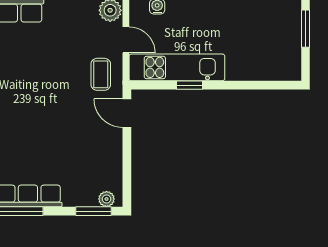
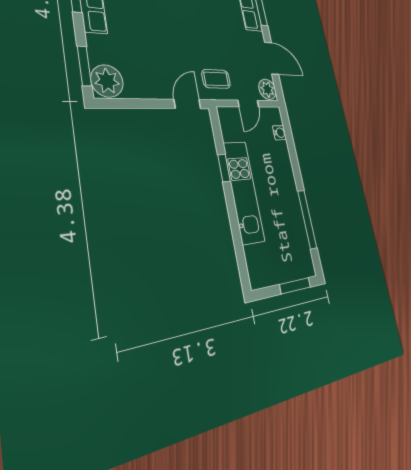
kitchen unit: (177, 67) -> (244, 192), moved
plant: (107, 199) -> (107, 81), width x1.88, depth x1.88

